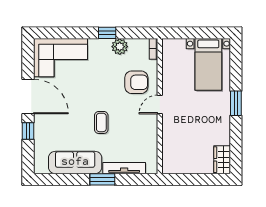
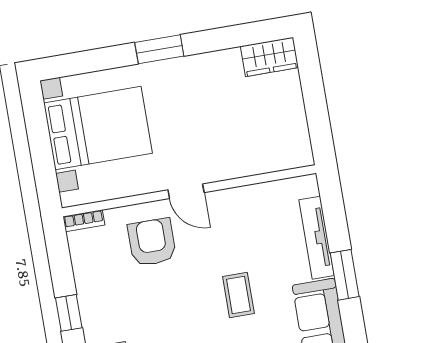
plant: (120, 47) -> (90, 285), removed
bed with nightstands: (208, 64) -> (98, 128), width x1.36
coffee table: (101, 122) -> (238, 295), turned 90

